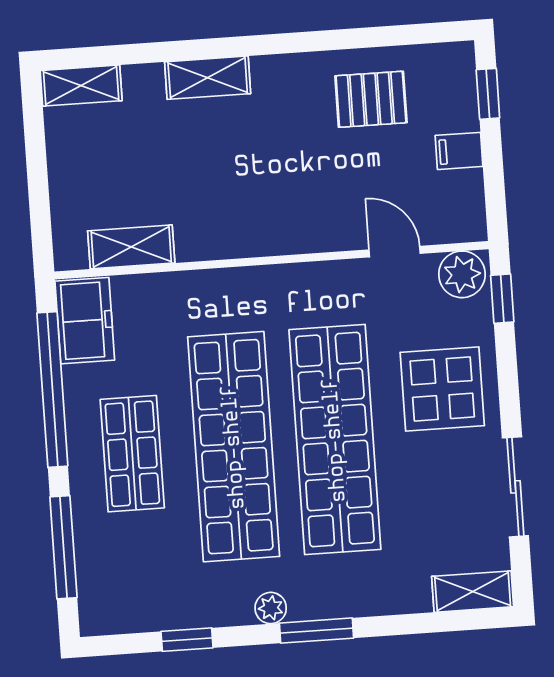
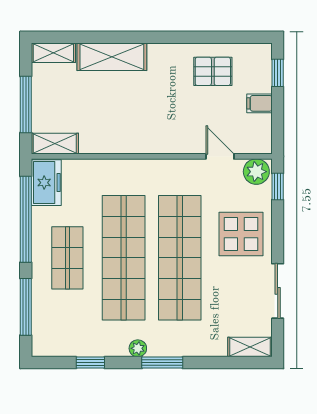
shelving: (208, 78) -> (112, 57), width x1.50, depth x1.33
window: (38, 182) -> (26, 104), added
shelving: (131, 247) -> (55, 144), moved

